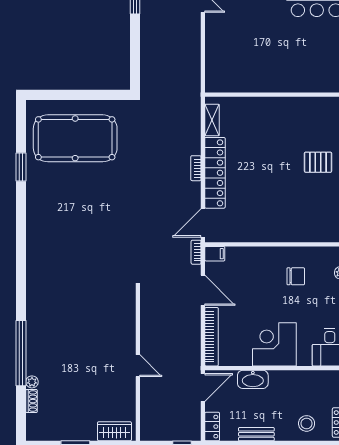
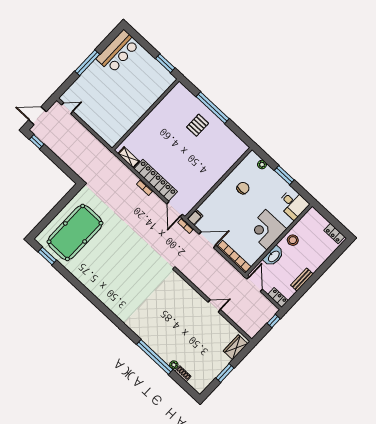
window: (21, 167) -> (47, 256), moved
stool: (307, 423) -> (293, 240), moved

